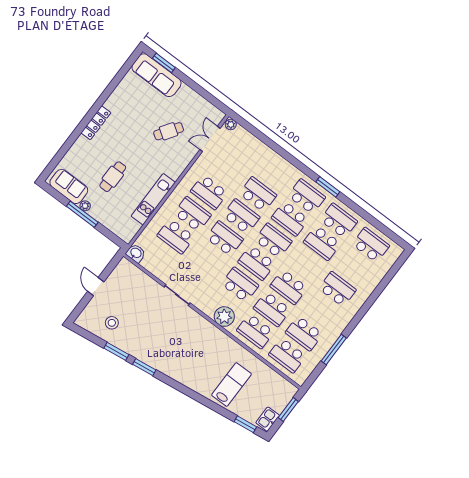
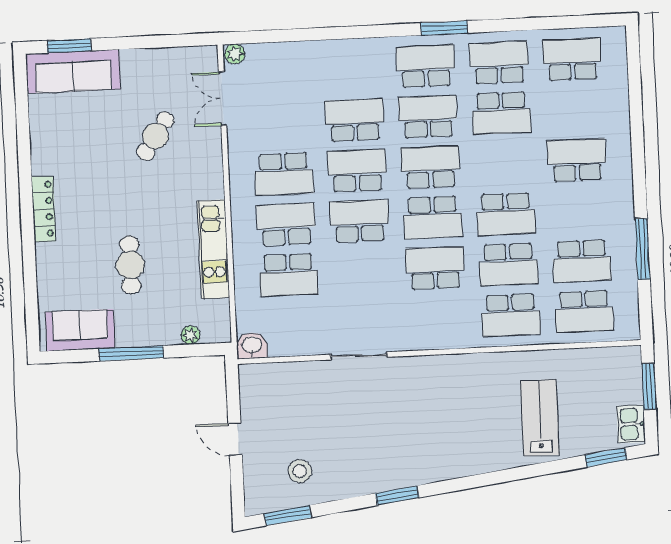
plant: (85, 206) -> (191, 335), moved
school desk: (290, 219) -> (428, 117), turned 180
plant: (224, 317) -> (450, 331), removed
window: (116, 351) -> (288, 515), moved

